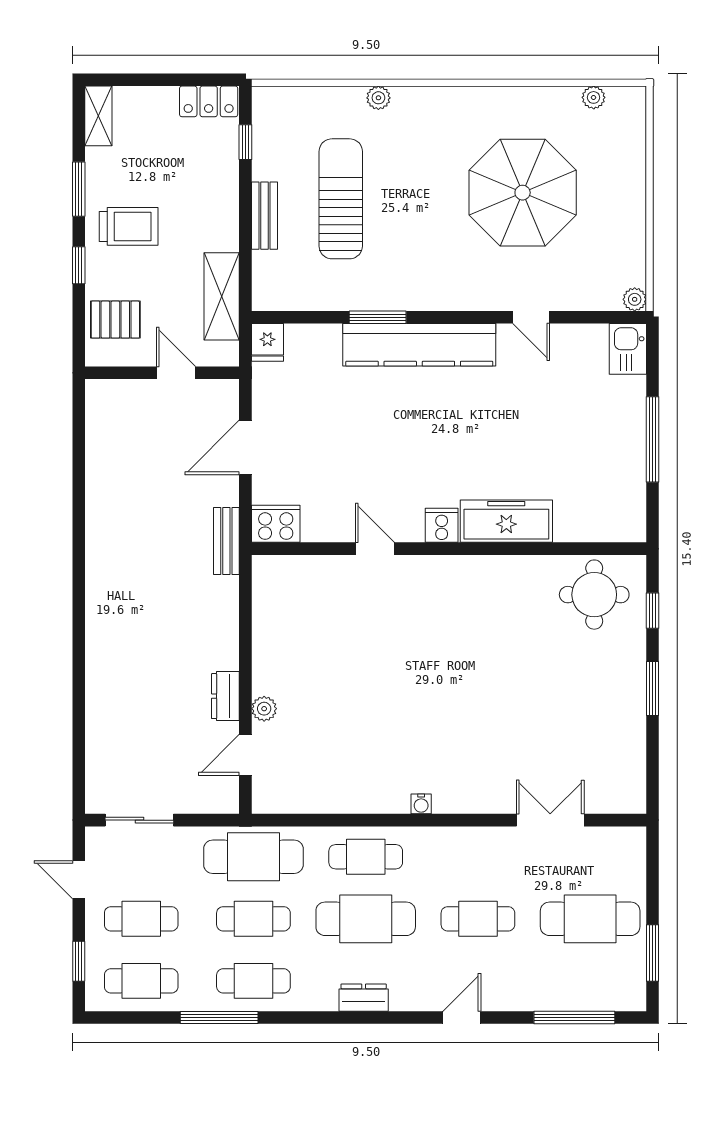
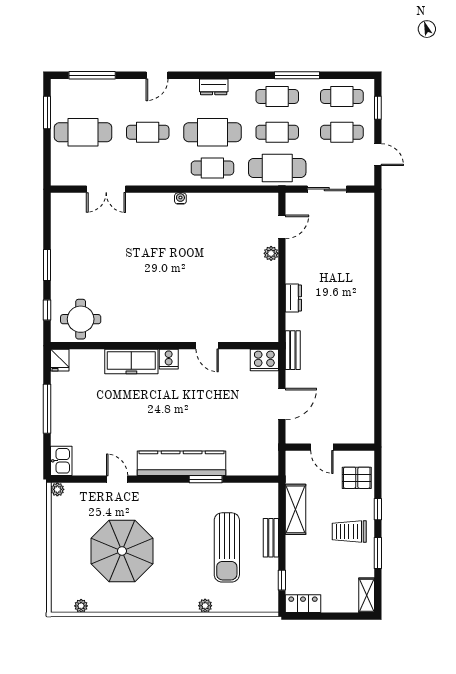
shelving: (222, 296) -> (295, 509), moved
fridge: (267, 342) -> (60, 360), moved, turned 180
dresser: (225, 696) -> (293, 298), moved
sliding door: (139, 820) -> (327, 189), moved

